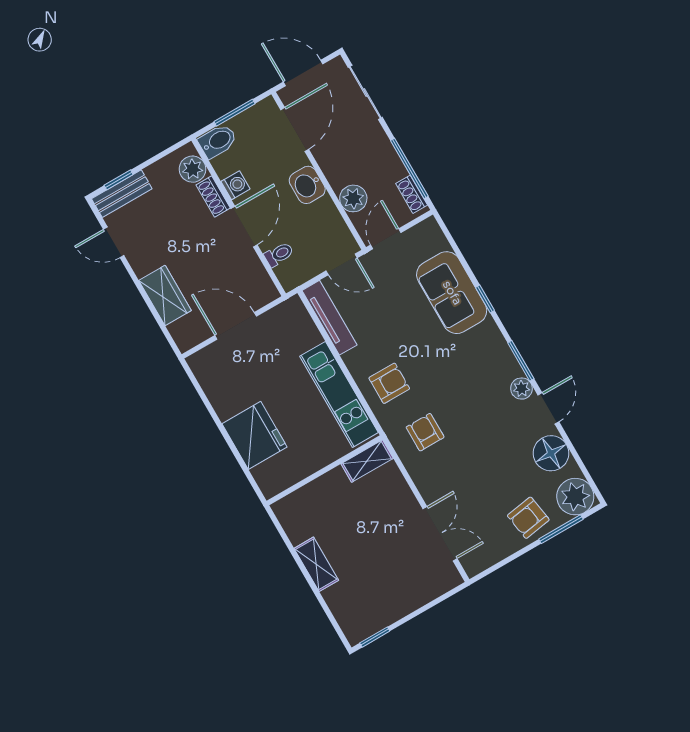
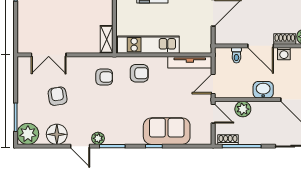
armchair: (389, 383) -> (139, 73), turned -90
armchair: (528, 518) -> (58, 96), moved

